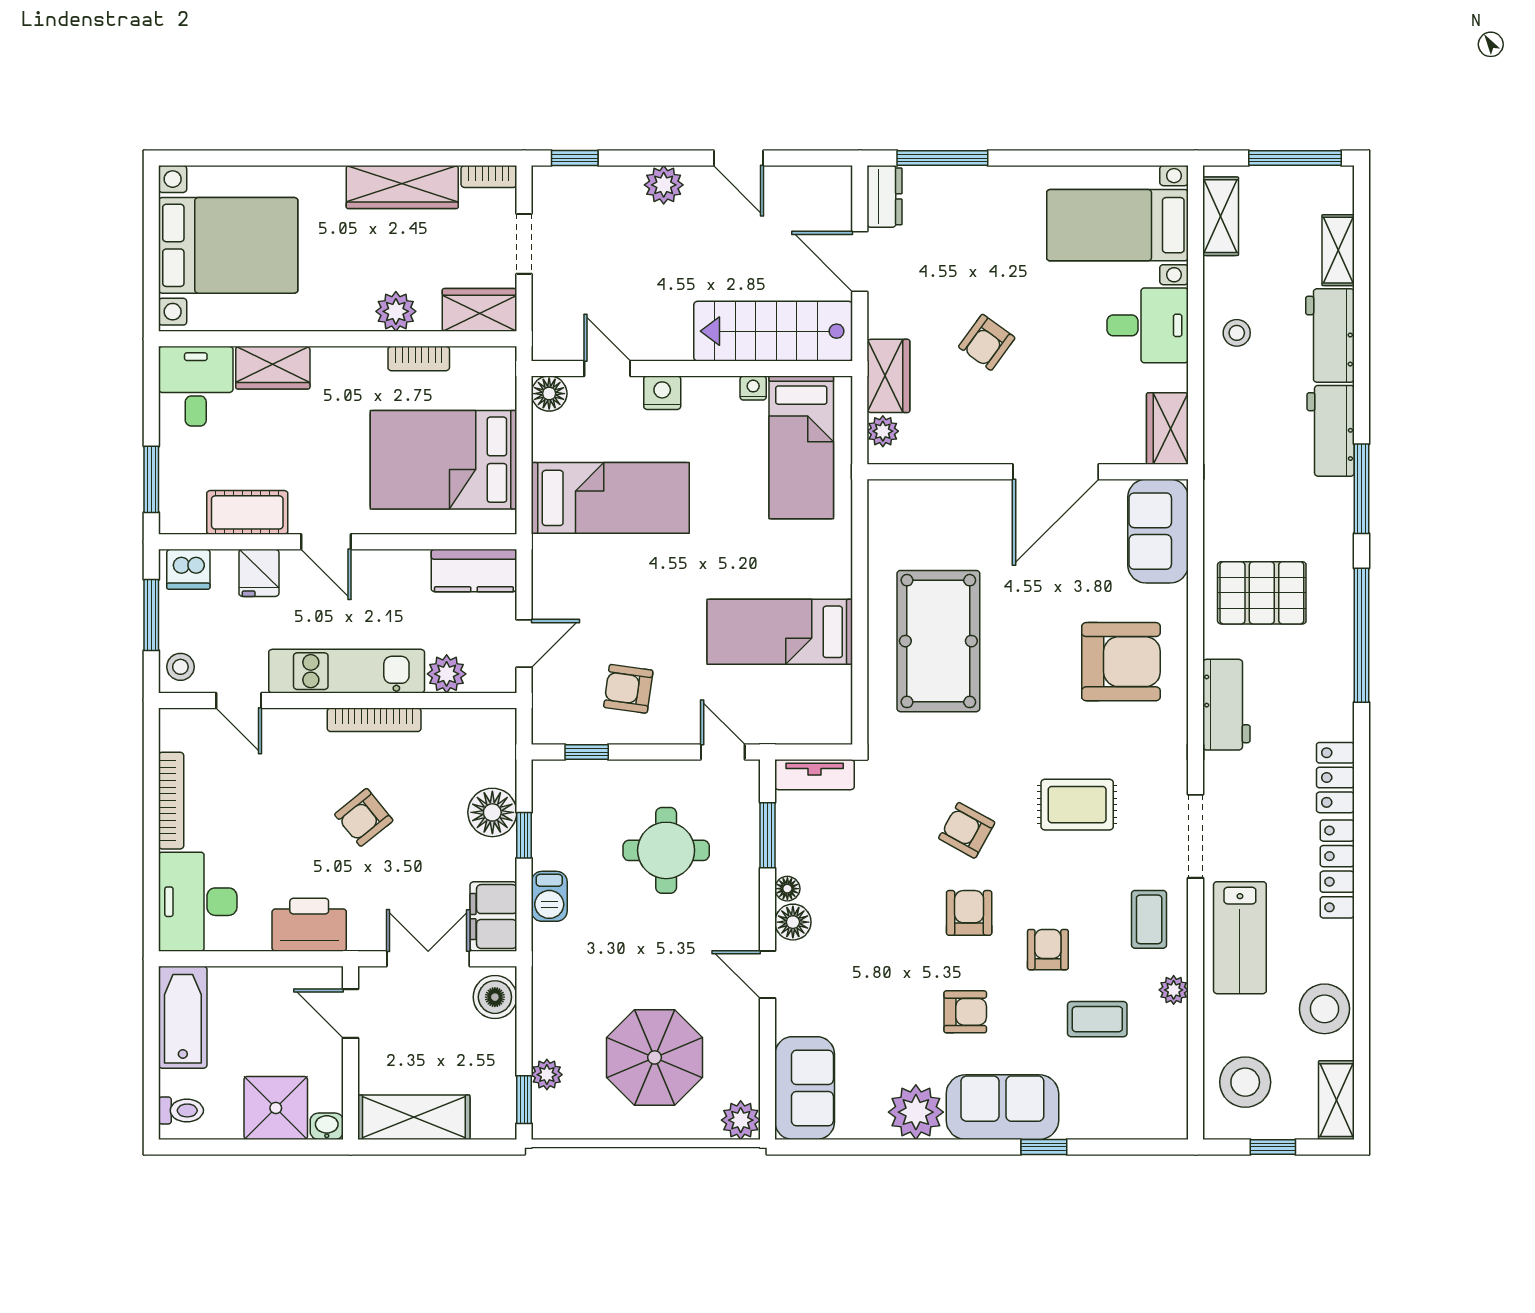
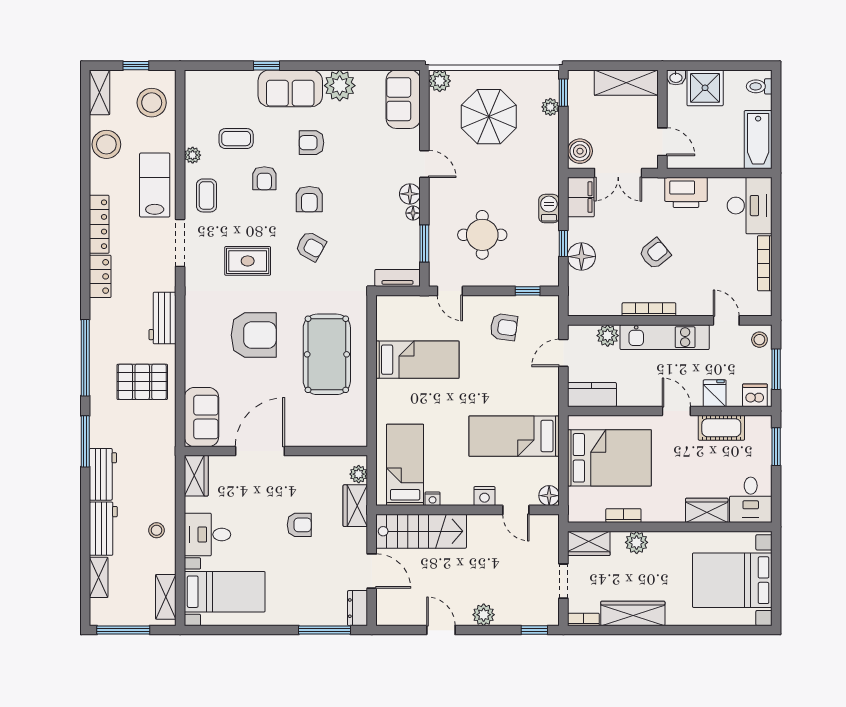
armchair: (987, 342) -> (299, 525), turned 54
armchair: (1121, 662) -> (254, 335), moved, turned 180

